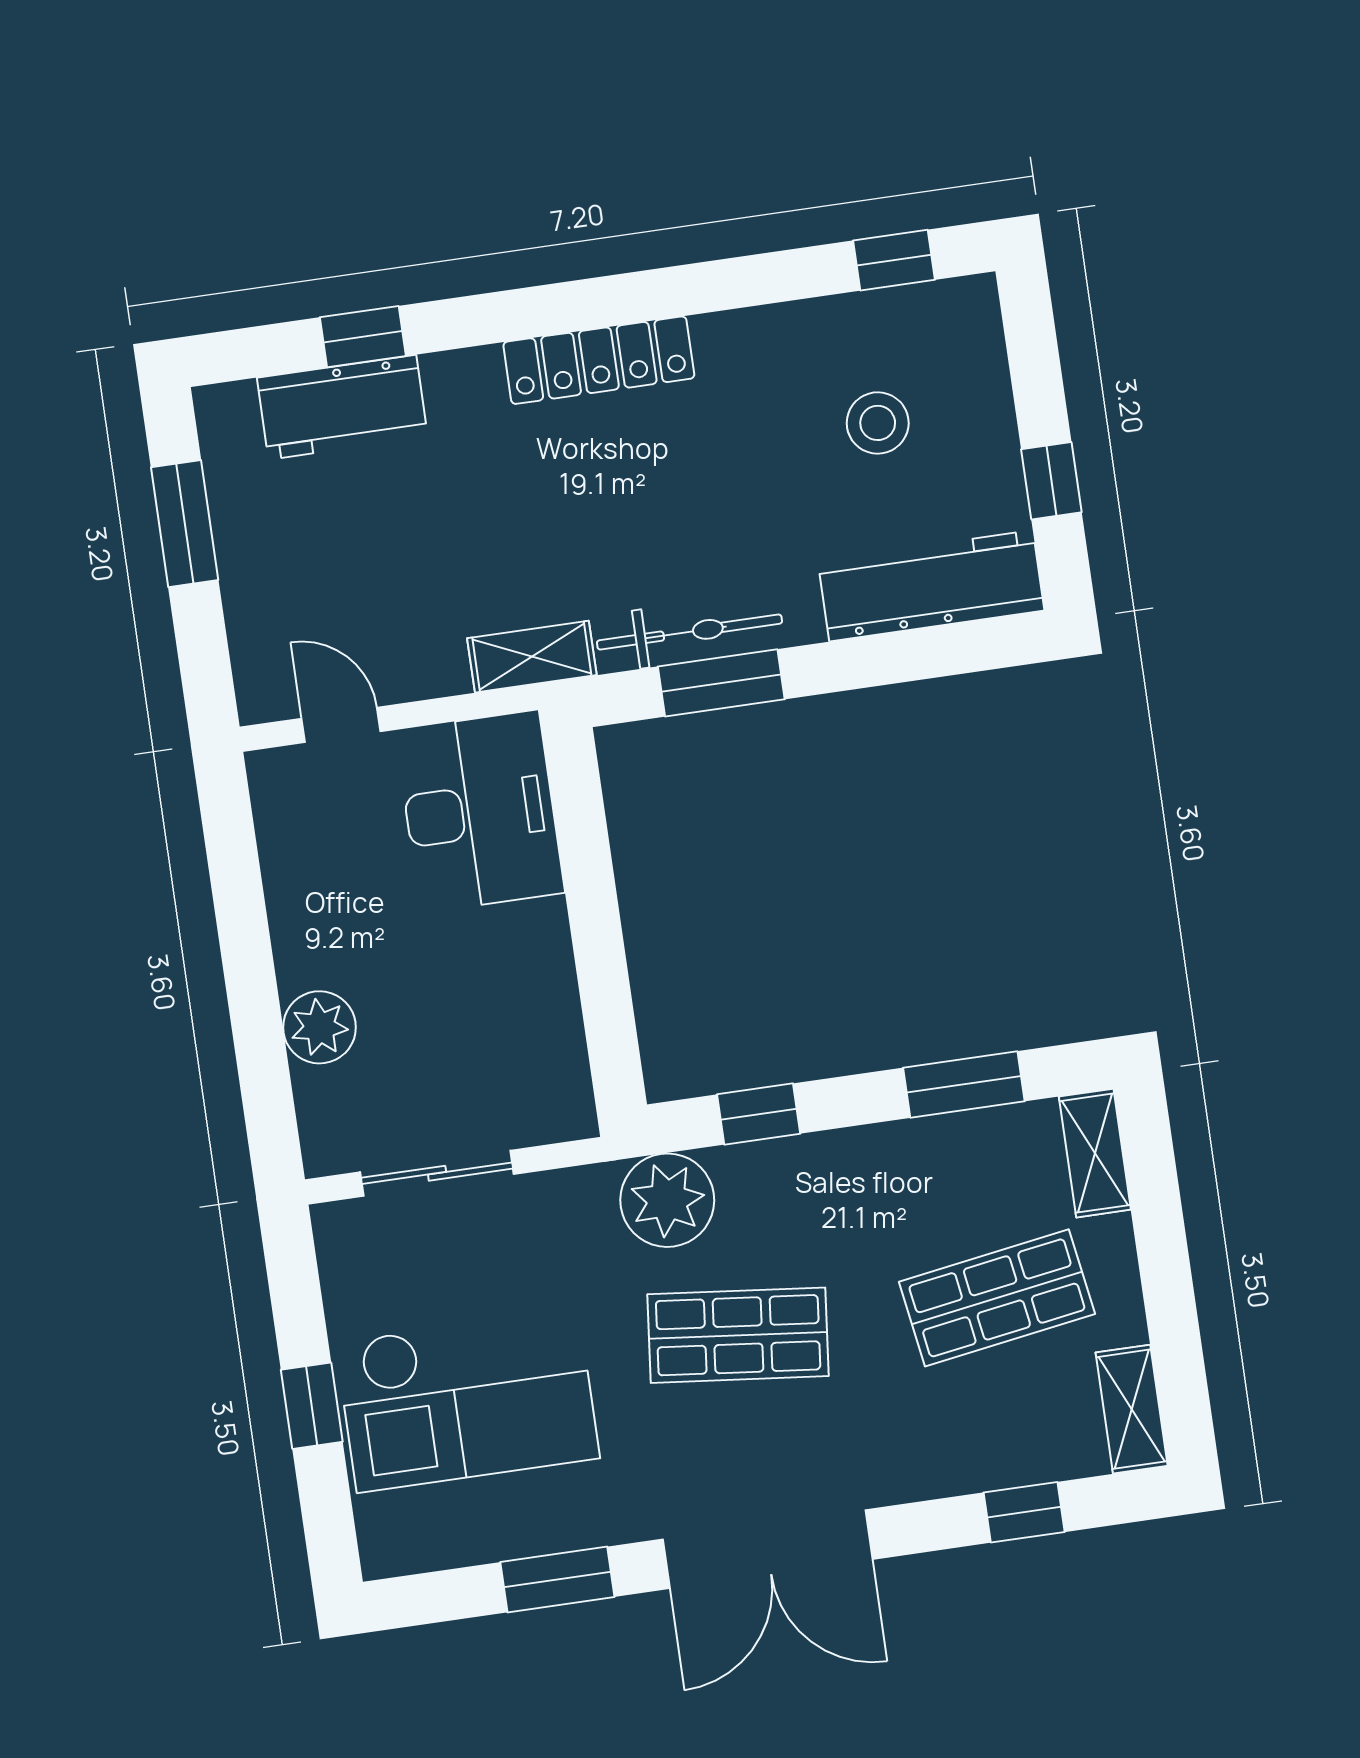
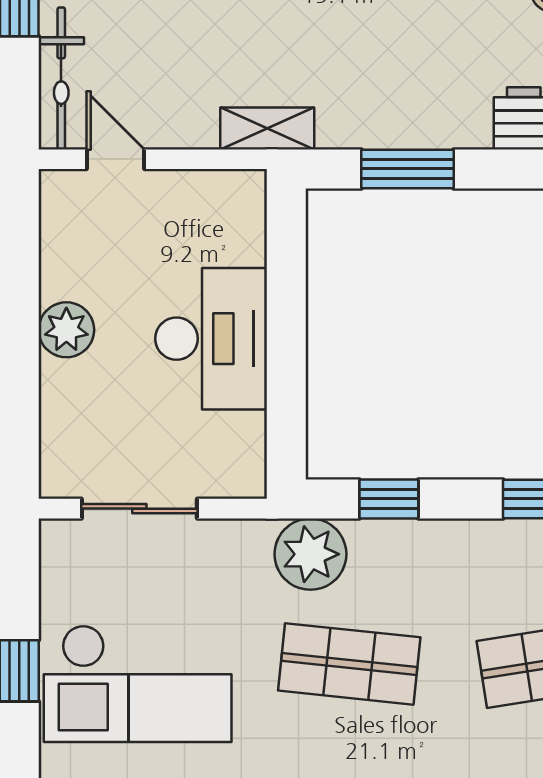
bicycle: (689, 632) -> (61, 78), moved, turned 90
desk: (480, 811) -> (211, 339), moved
plant: (319, 1027) -> (66, 330), moved

